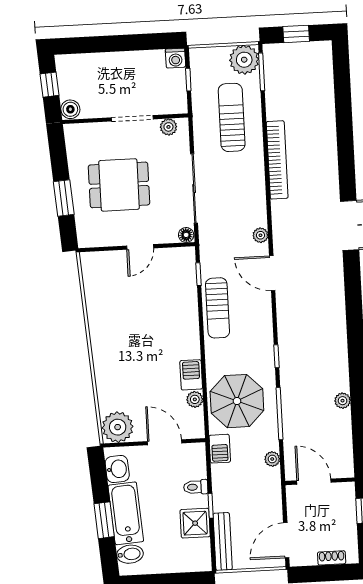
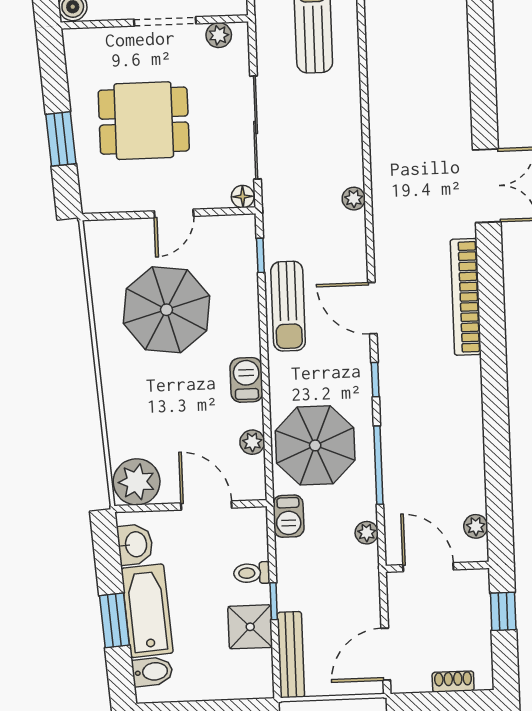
bookcase: (277, 160) -> (466, 297), moved, turned 180
door: (272, 273) -> (372, 308), moved
parasol: (136, 311) -> (166, 310), added
barbecue: (191, 375) -> (246, 380), moved
plant: (343, 401) -> (476, 526), moved

